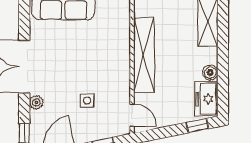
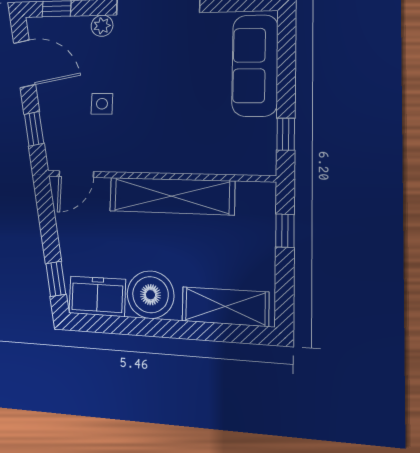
boiler: (210, 73) -> (150, 295), width x1.86, depth x1.86

